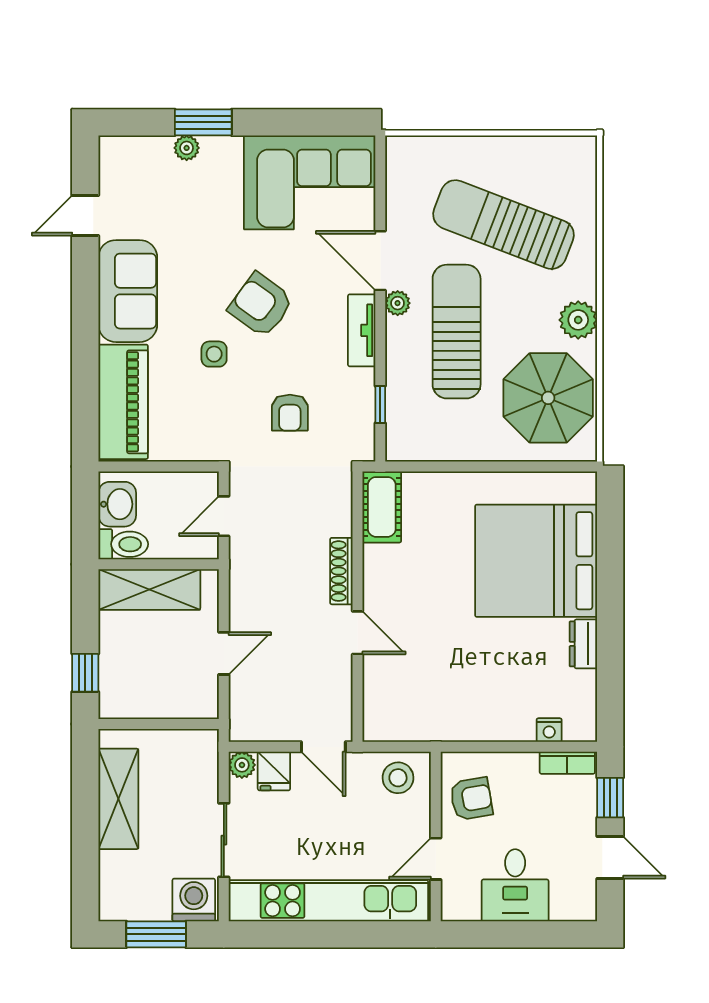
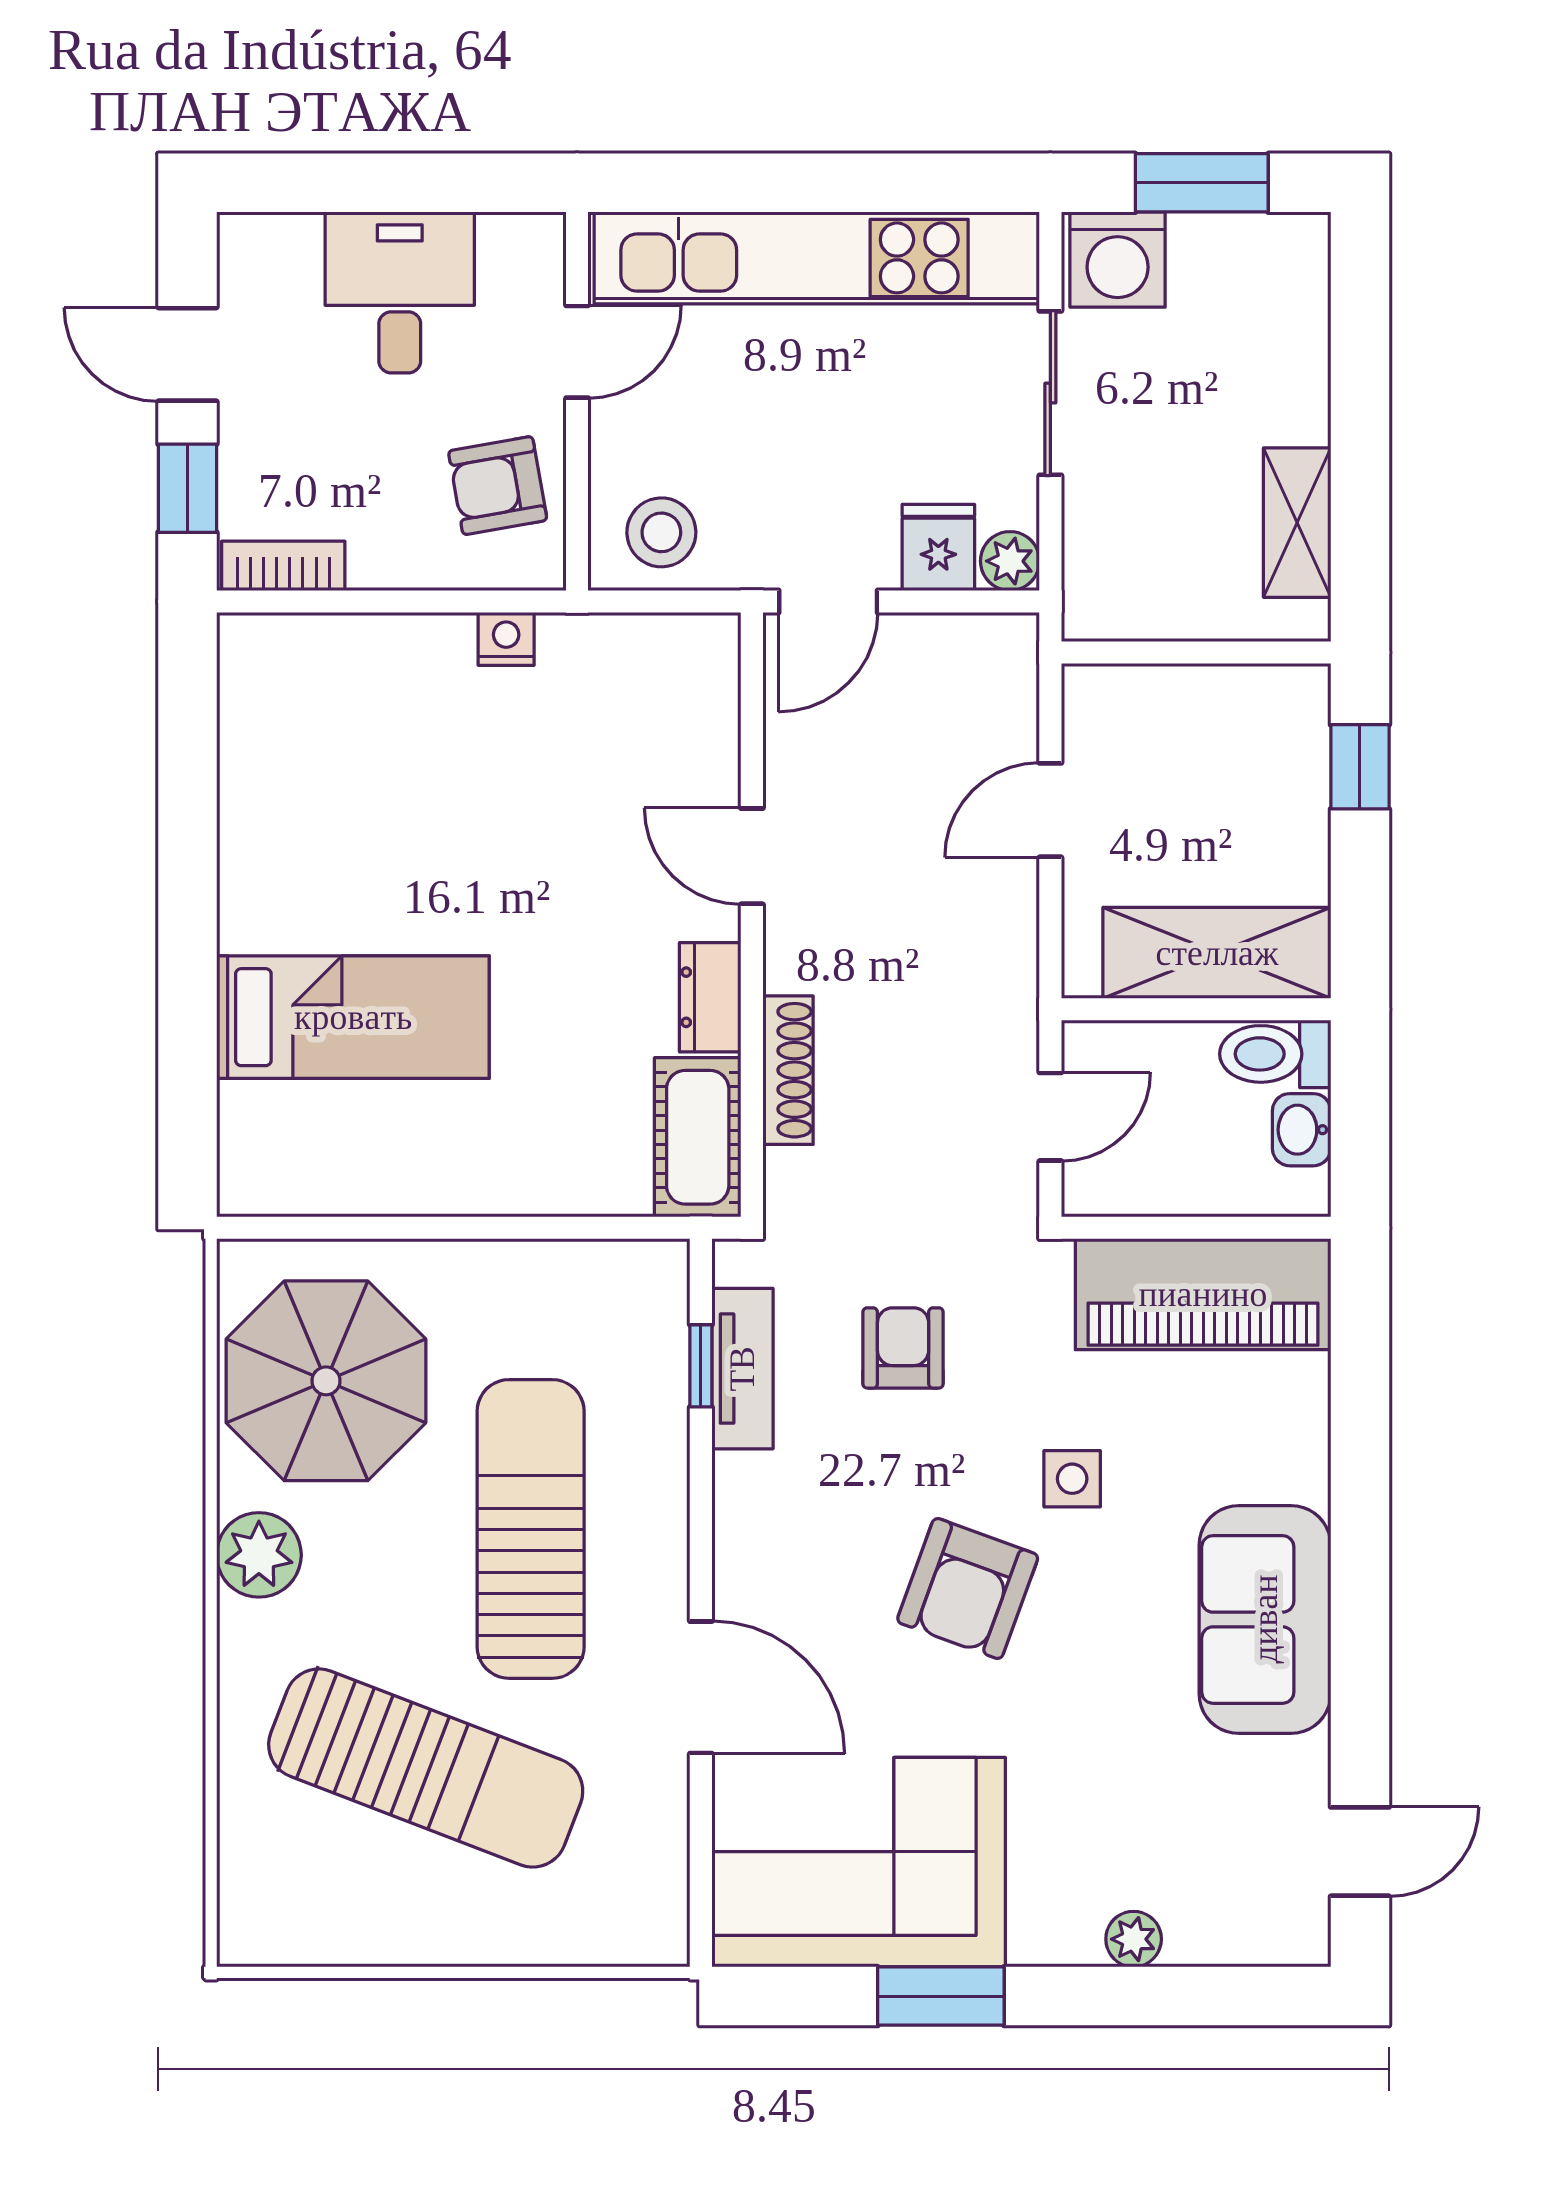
window: (203, 122) -> (941, 1996), moved
door: (85, 215) -> (1360, 1852), moved
plant: (398, 303) -> (662, 1593), removed
armchair: (261, 305) -> (968, 1588), turned 74
tv unit: (362, 330) -> (742, 1369), moved
sun lounger: (457, 332) -> (531, 1529), turned 180
piano: (123, 402) -> (1203, 1294), moved, turned -90
washbasin: (117, 504) -> (1302, 1130), width x0.72, depth x0.69
bed: (536, 561) -> (353, 1017), width x0.49
shoe rack: (341, 571) -> (788, 1070), moved
dresser: (583, 644) -> (710, 997), moved, turned 180
nightstand: (549, 730) -> (506, 639), moved
door: (323, 747) -> (828, 601), swing flipped
shelving: (118, 799) -> (1297, 523), width x0.67, depth x0.75

